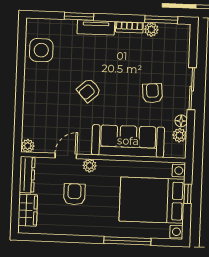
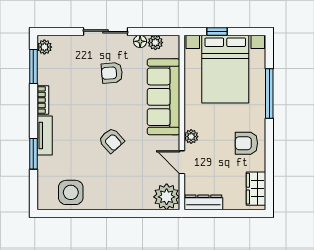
plant: (151, 30) -> (44, 47), moved
plant: (28, 146) -> (167, 197), width x1.87, depth x1.87
armchair: (74, 194) -> (246, 143), moved
wardrobe: (28, 210) -> (256, 189), moved, turned -90

